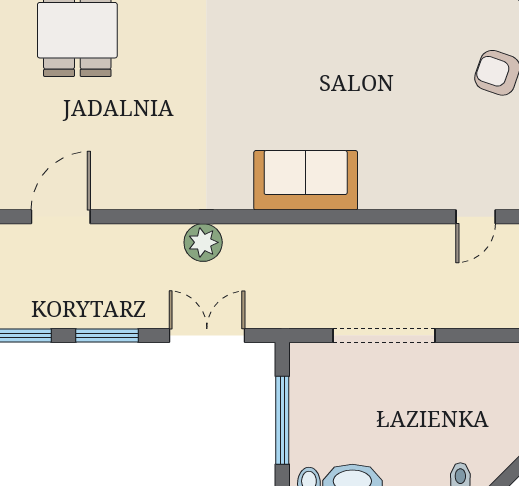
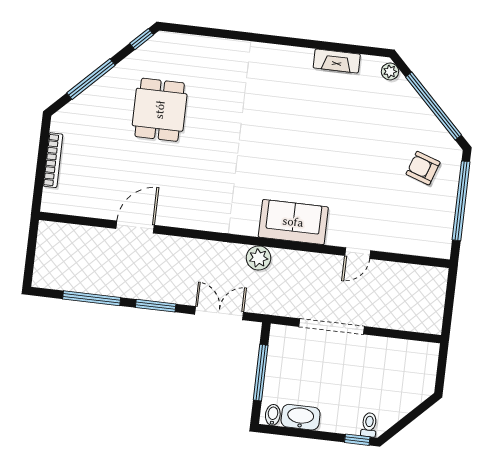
door: (476, 217) -> (358, 253), moved
plant: (203, 242) -> (259, 258), moved

